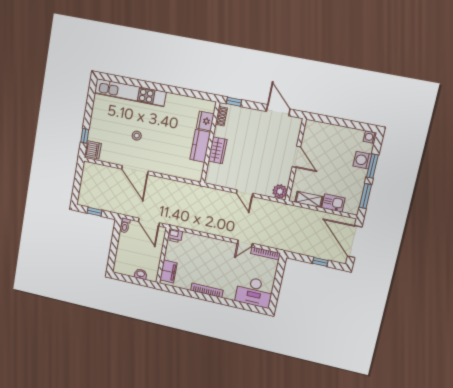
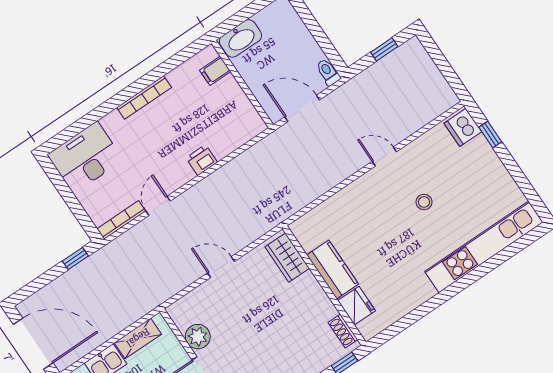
wardrobe: (218, 150) -> (287, 258), moved
door: (135, 170) -> (384, 156), width x0.53
plant: (280, 191) -> (198, 337), moved
printer: (175, 236) -> (202, 160), moved
window: (320, 262) -> (75, 259), moved
filing cabinet: (169, 271) -> (215, 71), width x0.50
washbasin: (141, 274) -> (240, 38), width x1.91, depth x1.45

